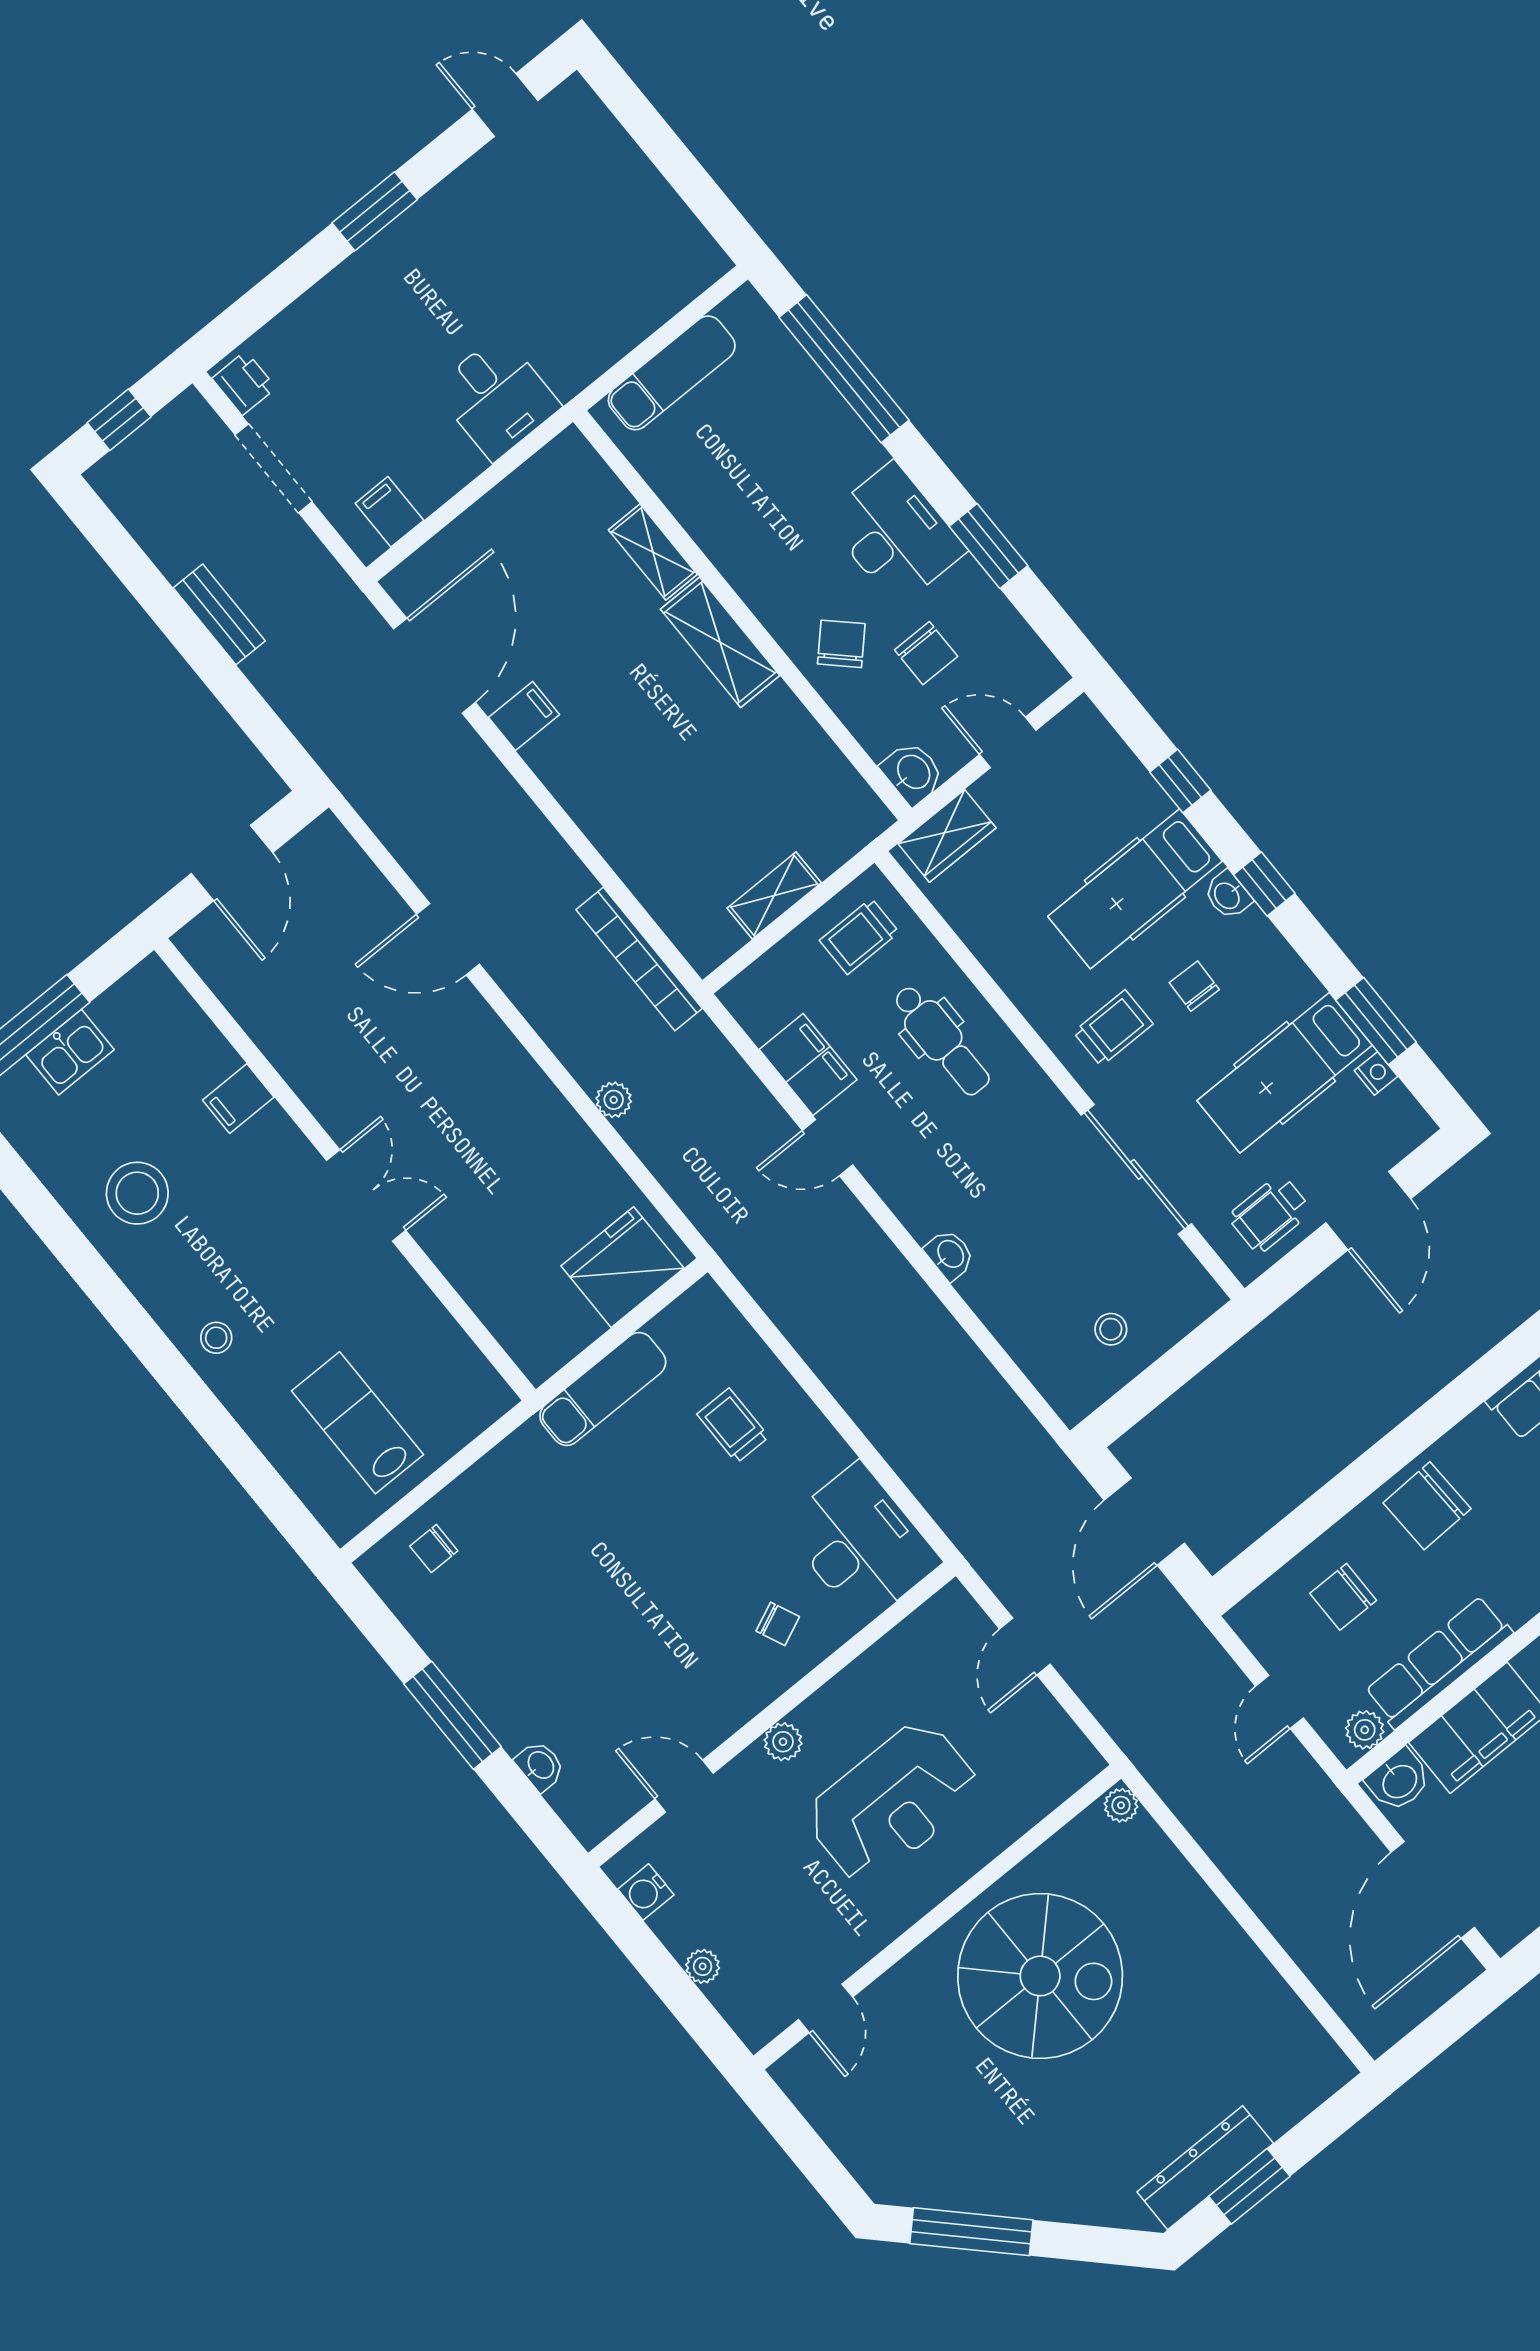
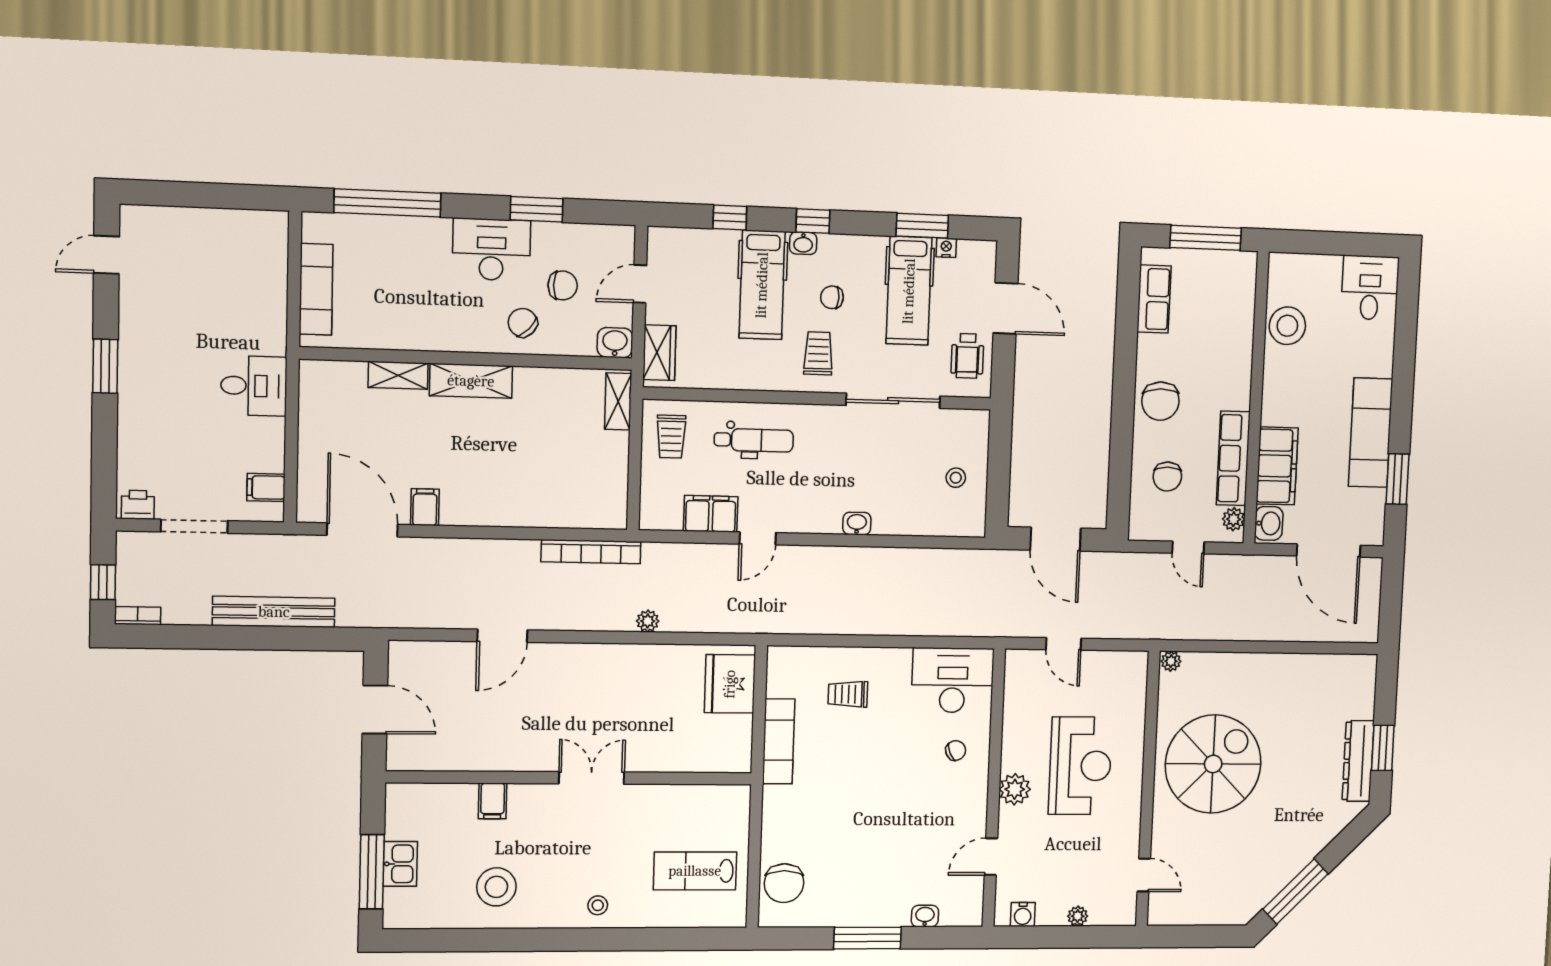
bookcase: (113, 492) -> (138, 616), added
bench: (219, 614) -> (274, 612), width x1.86, depth x1.21
shelving: (774, 895) -> (618, 401), moved
chair: (434, 1548) -> (784, 883), width x1.87, depth x1.87
plant: (783, 1742) -> (1015, 789), width x1.38, depth x1.38

